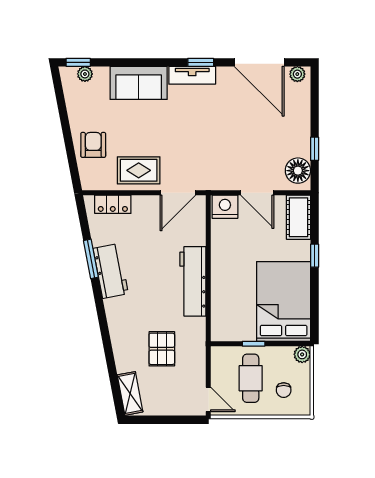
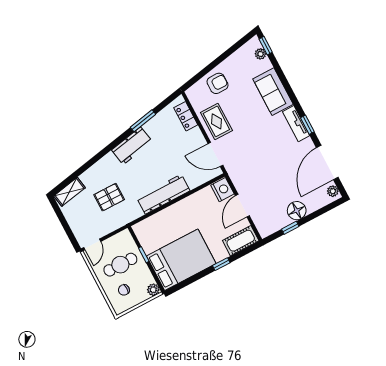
floor lamp: (298, 171) -> (297, 211), moved
workbench: (111, 271) -> (132, 146), moved

